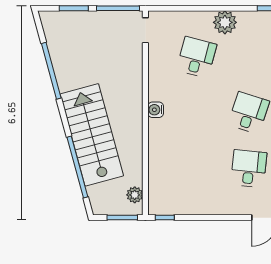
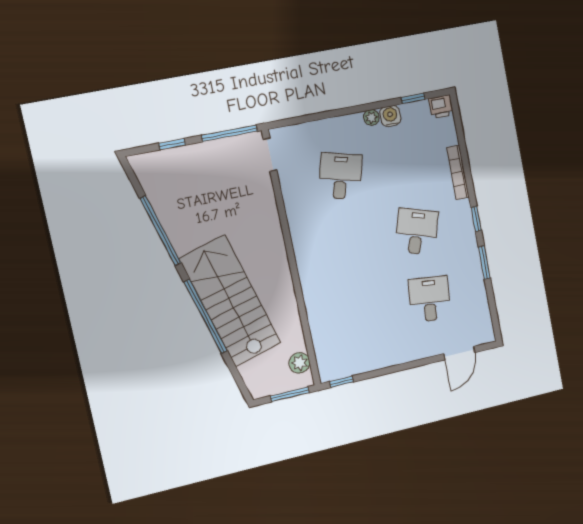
window: (74, 8) -> (172, 144), width x0.67
plant: (225, 22) -> (371, 118), width x0.53, depth x0.53
water cooler: (156, 110) -> (390, 116), moved, turned 90
window: (77, 167) -> (206, 317), moved

